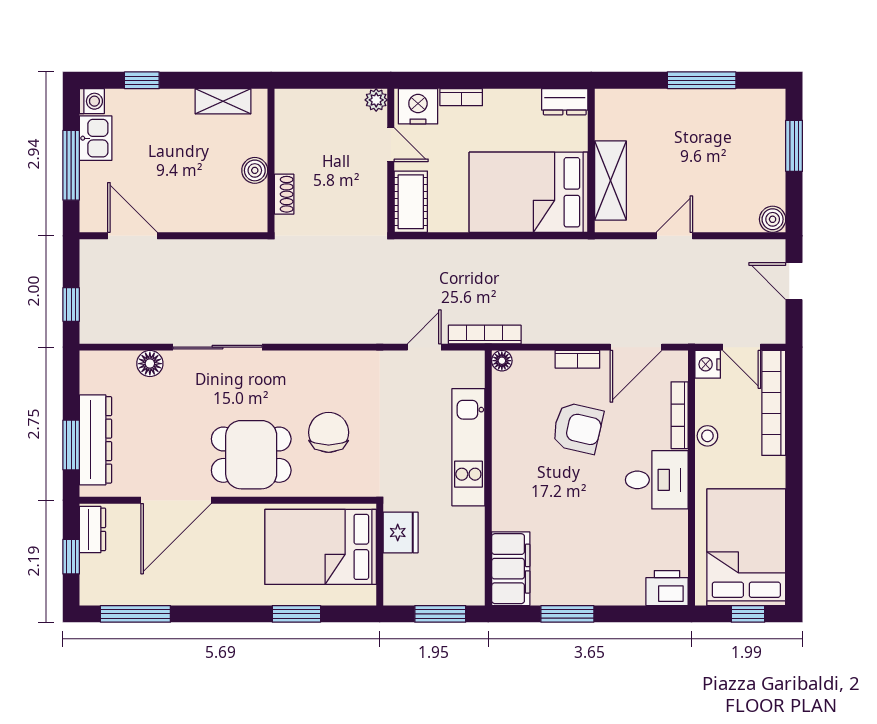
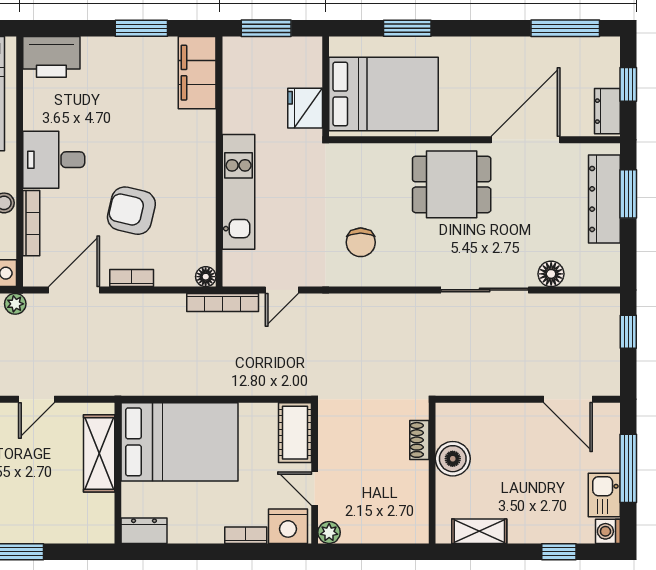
boiler: (255, 170) -> (453, 459), width x1.36, depth x1.36
plant: (696, 333) -> (15, 304), added
chair: (329, 432) -> (361, 242), moved, width x0.73, depth x0.73
printer: (667, 588) -> (51, 57), width x1.37, depth x1.19

